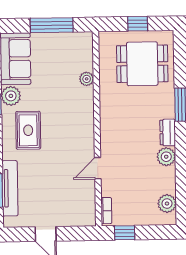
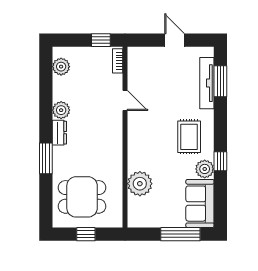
window: (52, 25) -> (180, 234), moved
plant: (87, 79) -> (140, 184), width x1.88, depth x1.88
door: (98, 168) -> (125, 100), hinge flipped

